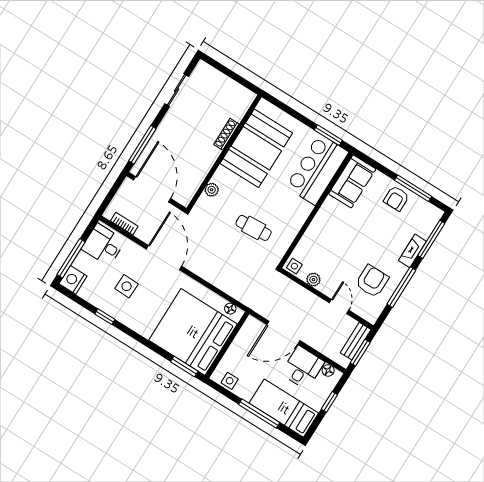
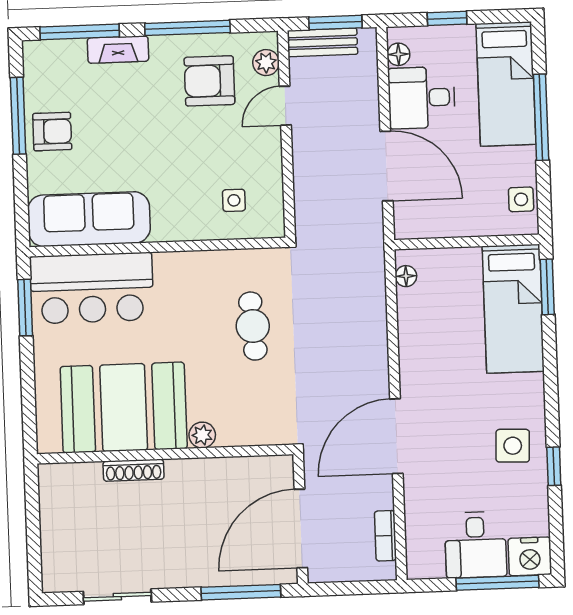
sofa: (352, 181) -> (89, 219), width x1.36
plant: (212, 190) -> (202, 435), moved
desk: (103, 245) -> (476, 545), moved
side table: (294, 266) -> (234, 200), moved
plant: (313, 280) -> (266, 63), moved
side table: (127, 286) -> (513, 446), moved
bed: (193, 332) -> (513, 309), width x0.49

